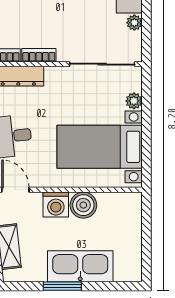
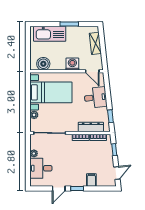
boiler: (83, 205) -> (43, 64), moved
kitchen sink: (80, 266) -> (50, 34), moved

